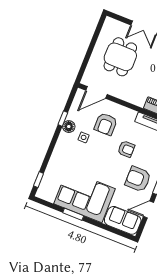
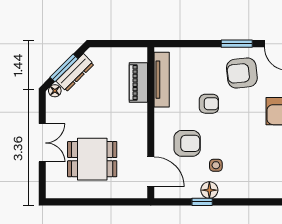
armchair: (126, 149) -> (209, 104), turned 90
armchair: (138, 179) -> (242, 73), turned 84

